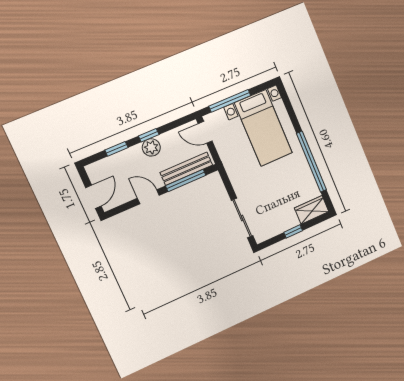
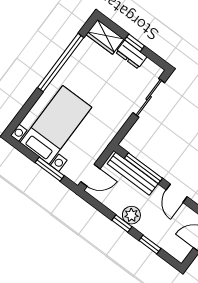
window: (230, 101) -> (50, 169), width x0.69
door: (205, 132) -> (91, 175), hinge flipped
dresser: (285, 223) -> (131, 55), added

